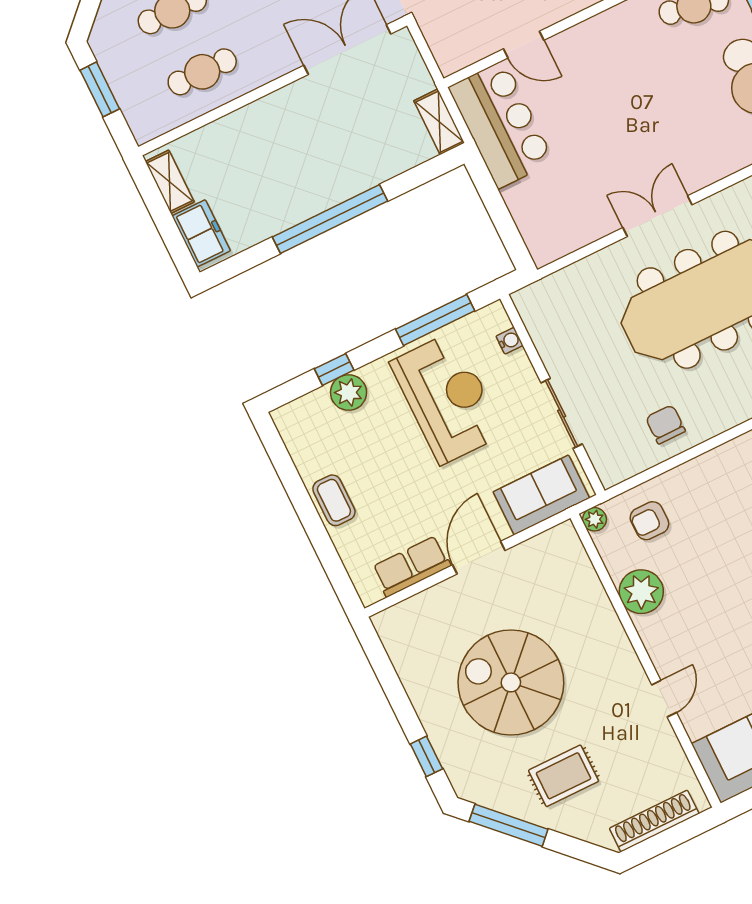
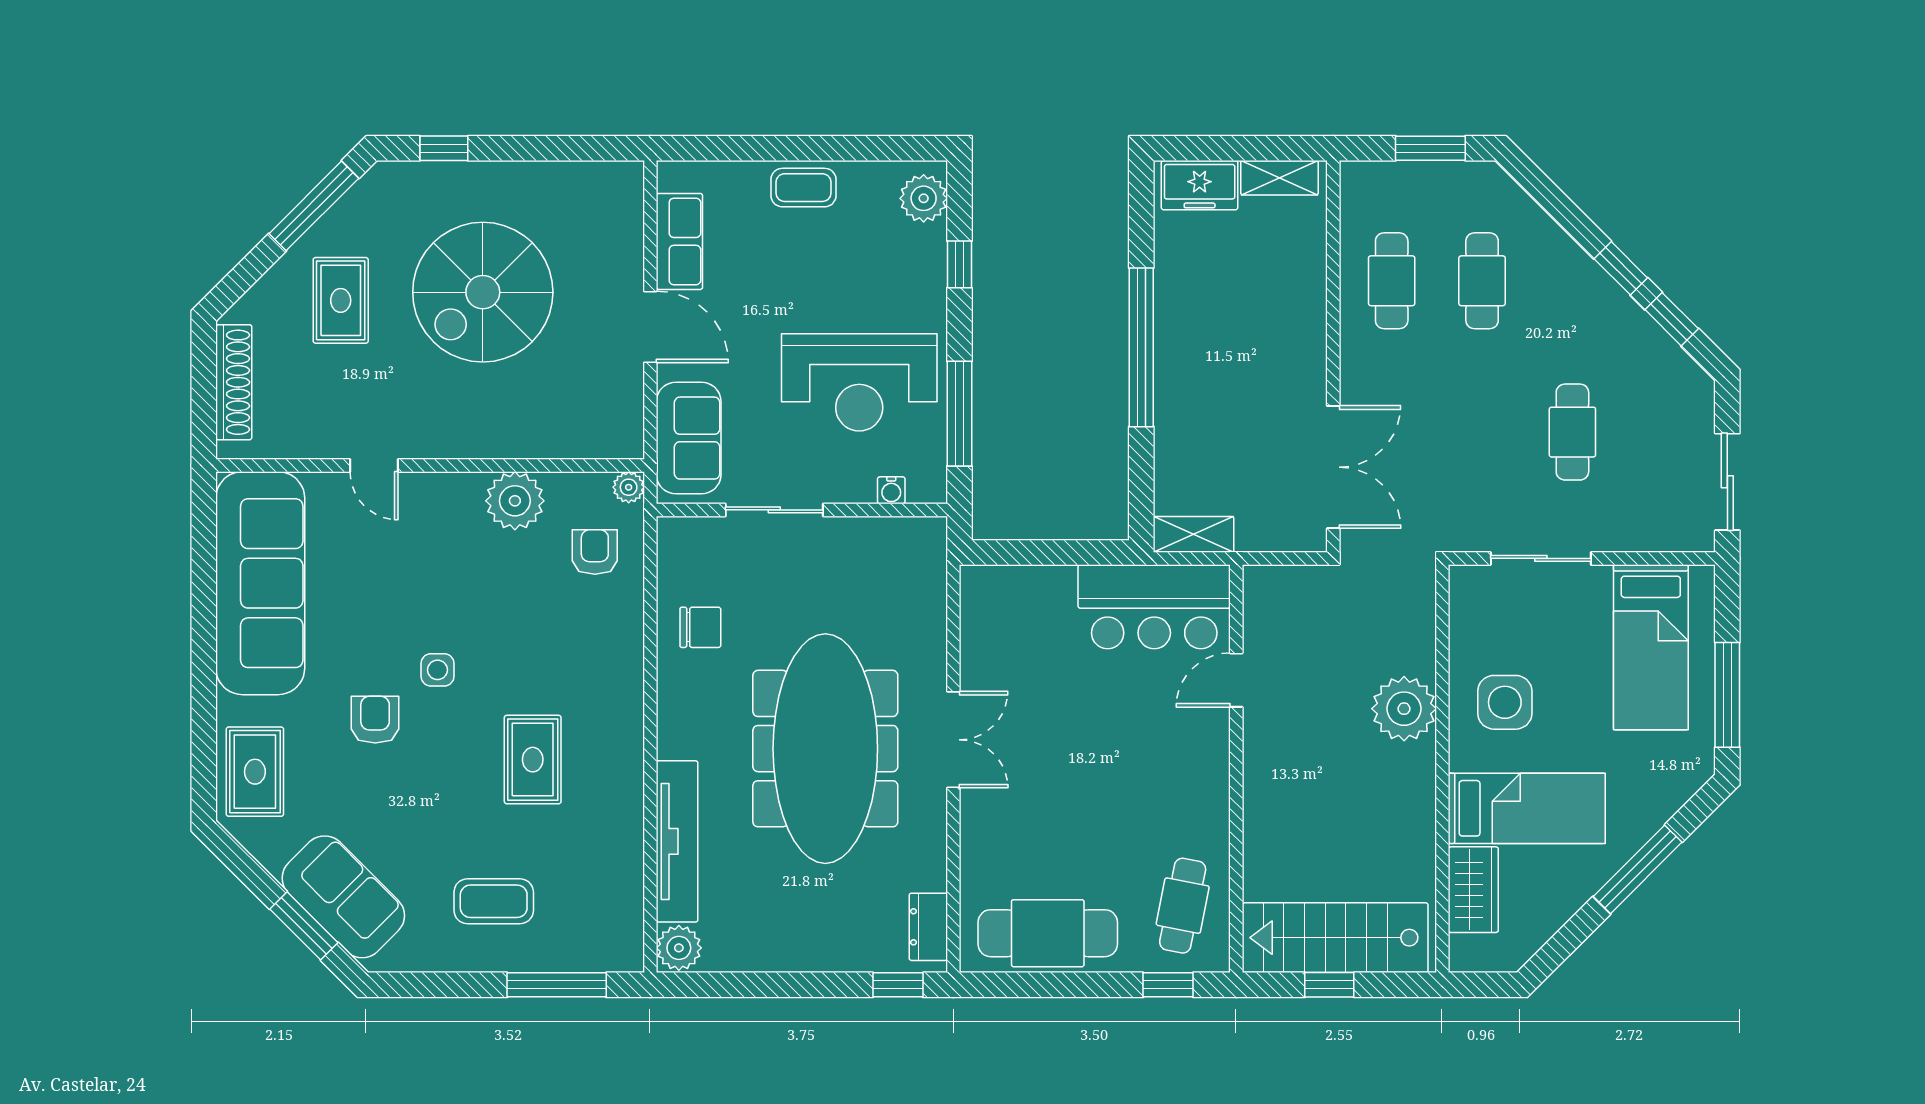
plant: (349, 392) -> (924, 198), moved
spiral stairs: (511, 682) -> (483, 292), turned 180

